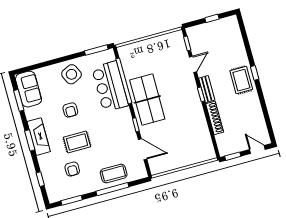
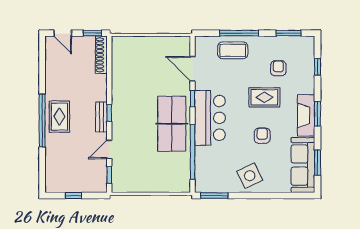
window: (255, 73) -> (42, 121), width x3.17
bar counter: (110, 86) -> (210, 118), moved
sofa: (29, 89) -> (303, 165), width x1.36
shoe rack: (215, 118) -> (101, 55), moved

